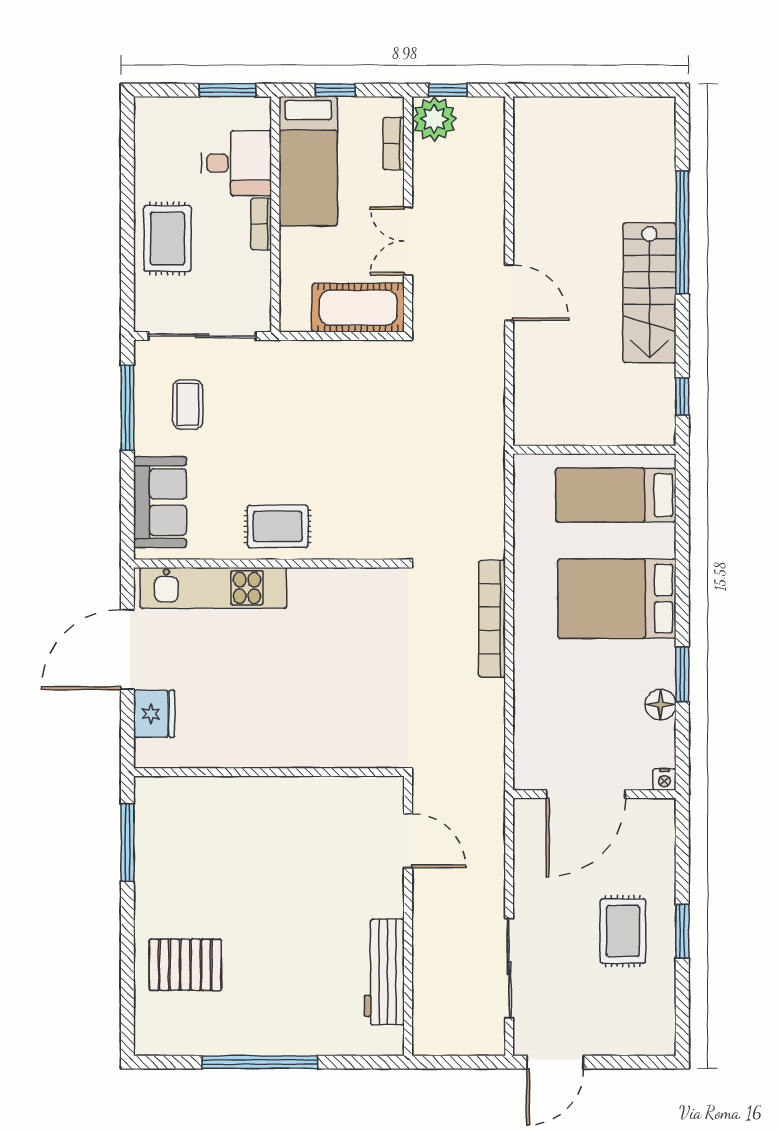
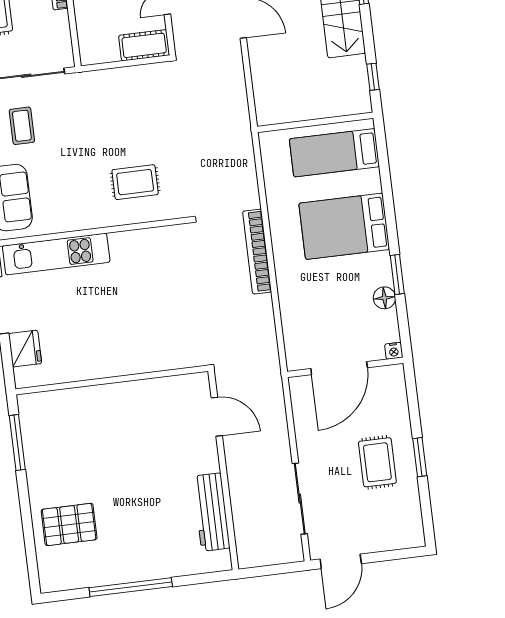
cot: (358, 308) -> (144, 45), width x0.73, depth x0.75
rug: (278, 526) -> (135, 182), moved

